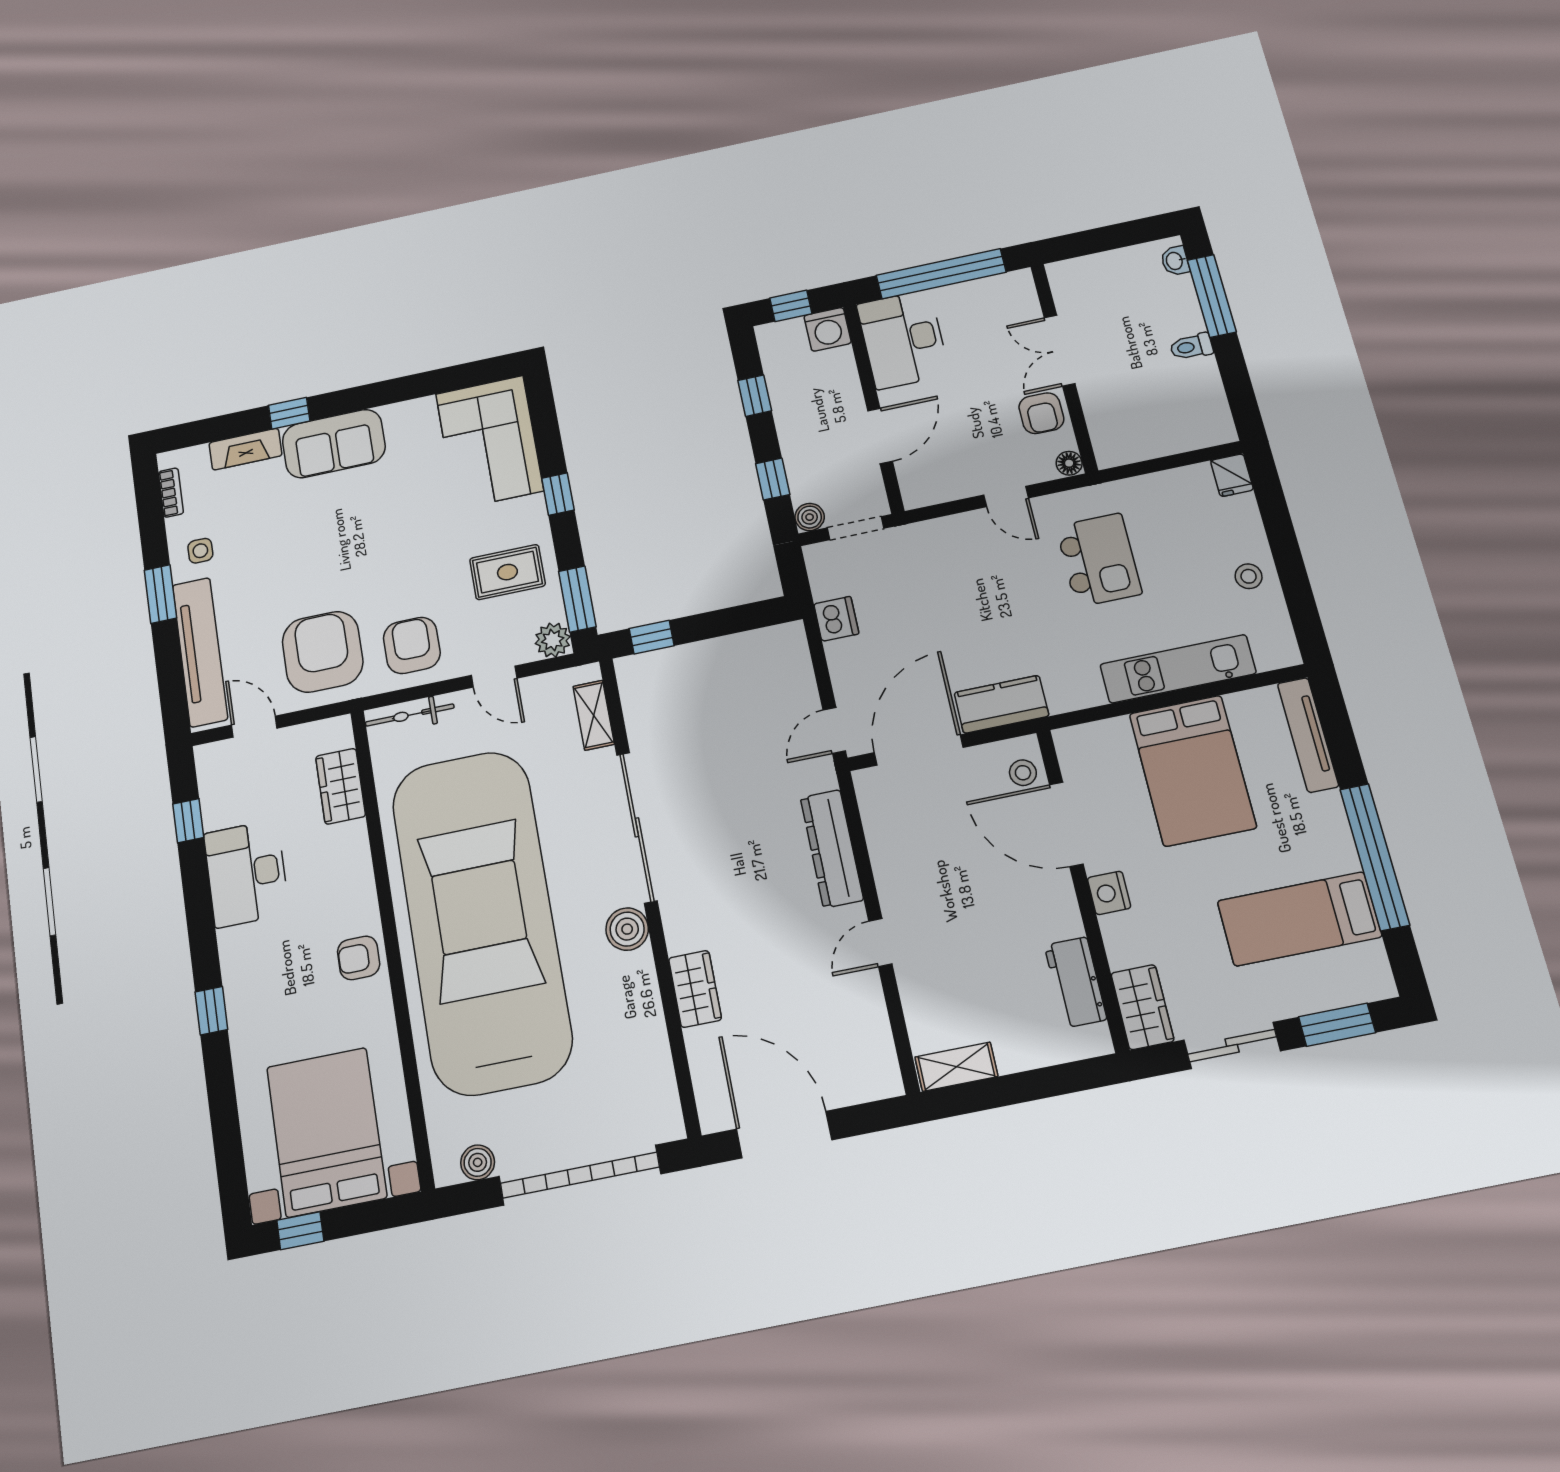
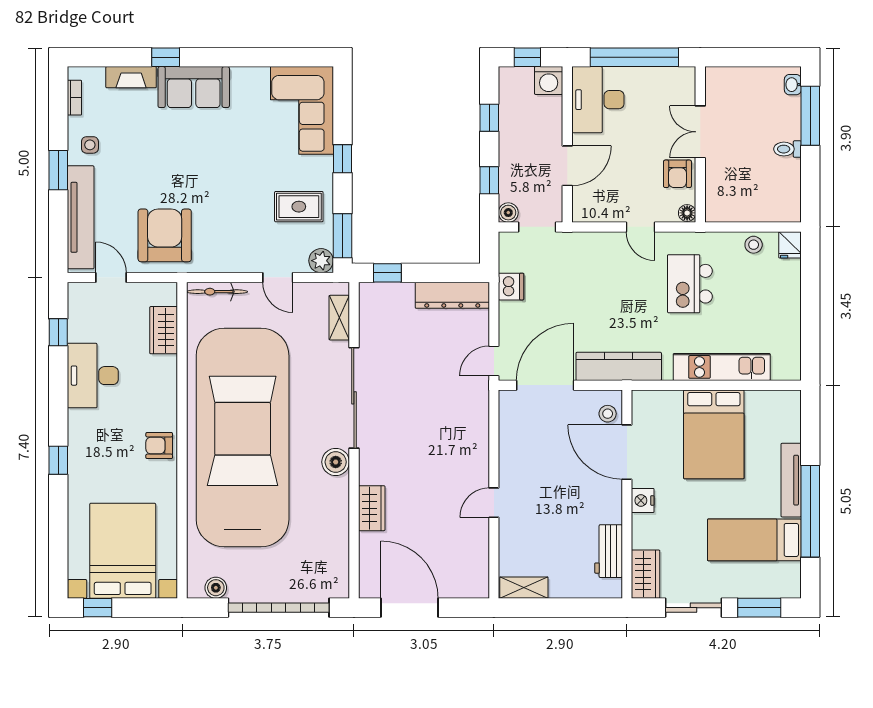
kitchen island: (1099, 560) -> (690, 284), turned 180
stool: (1249, 576) -> (754, 245), moved
armchair: (412, 645) -> (226, 244), removed
kitchen counter: (1001, 704) -> (619, 366), width x1.50
tv unit: (1308, 735) -> (791, 480), moved
dresser: (832, 849) -> (452, 295), moved, turned -90

